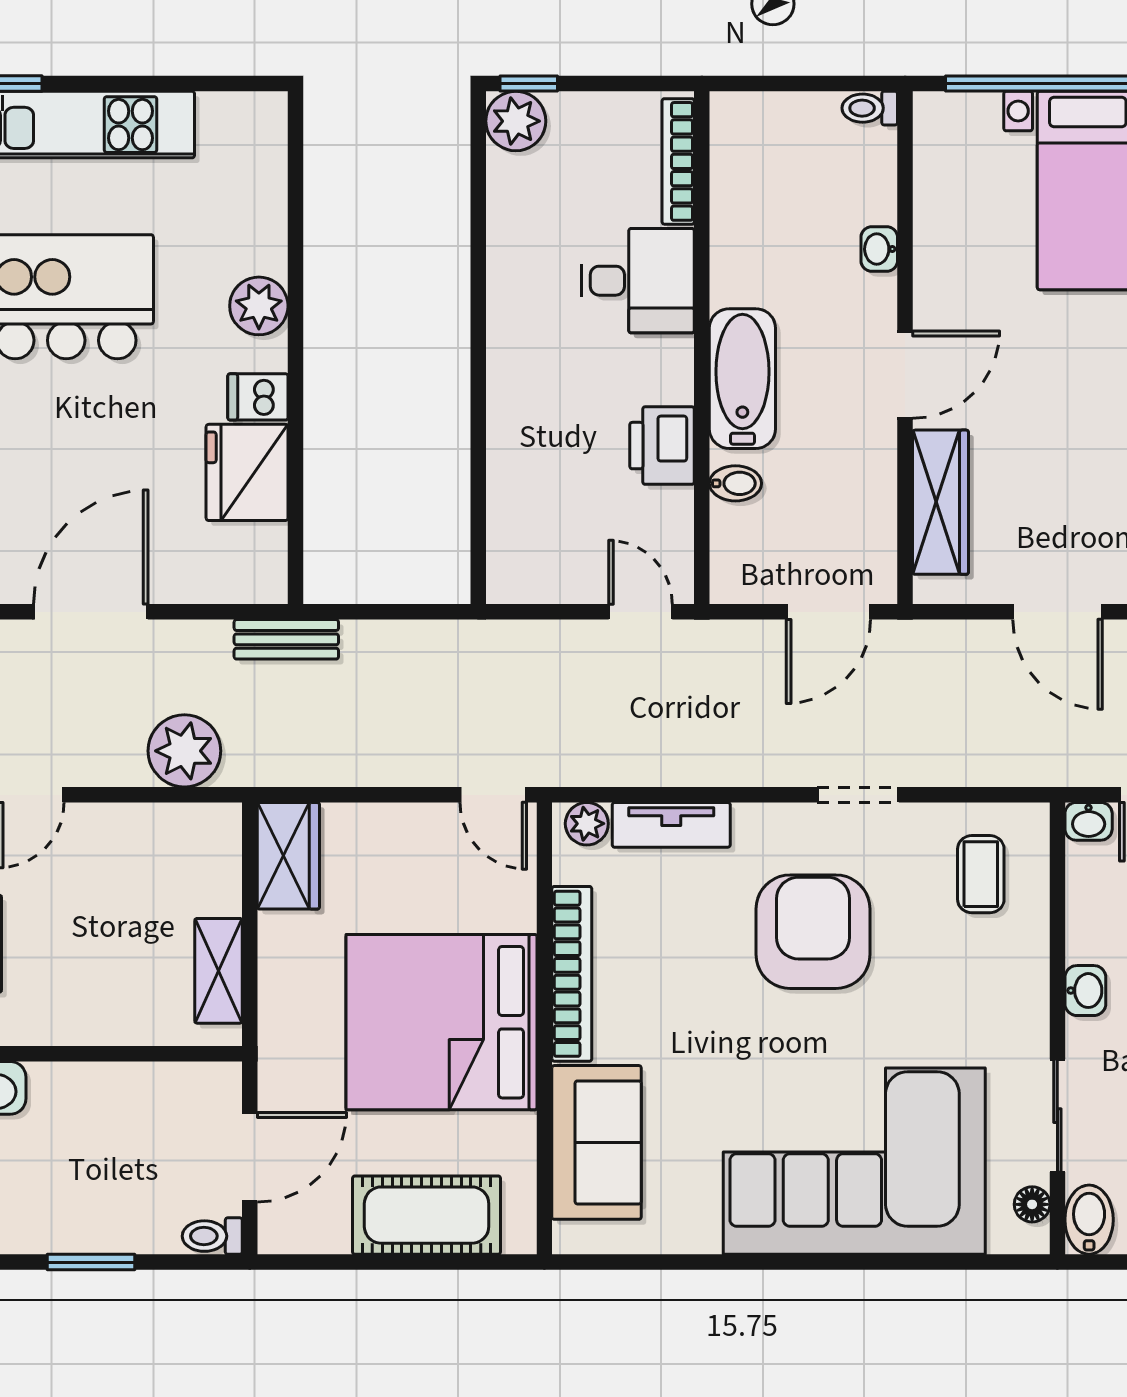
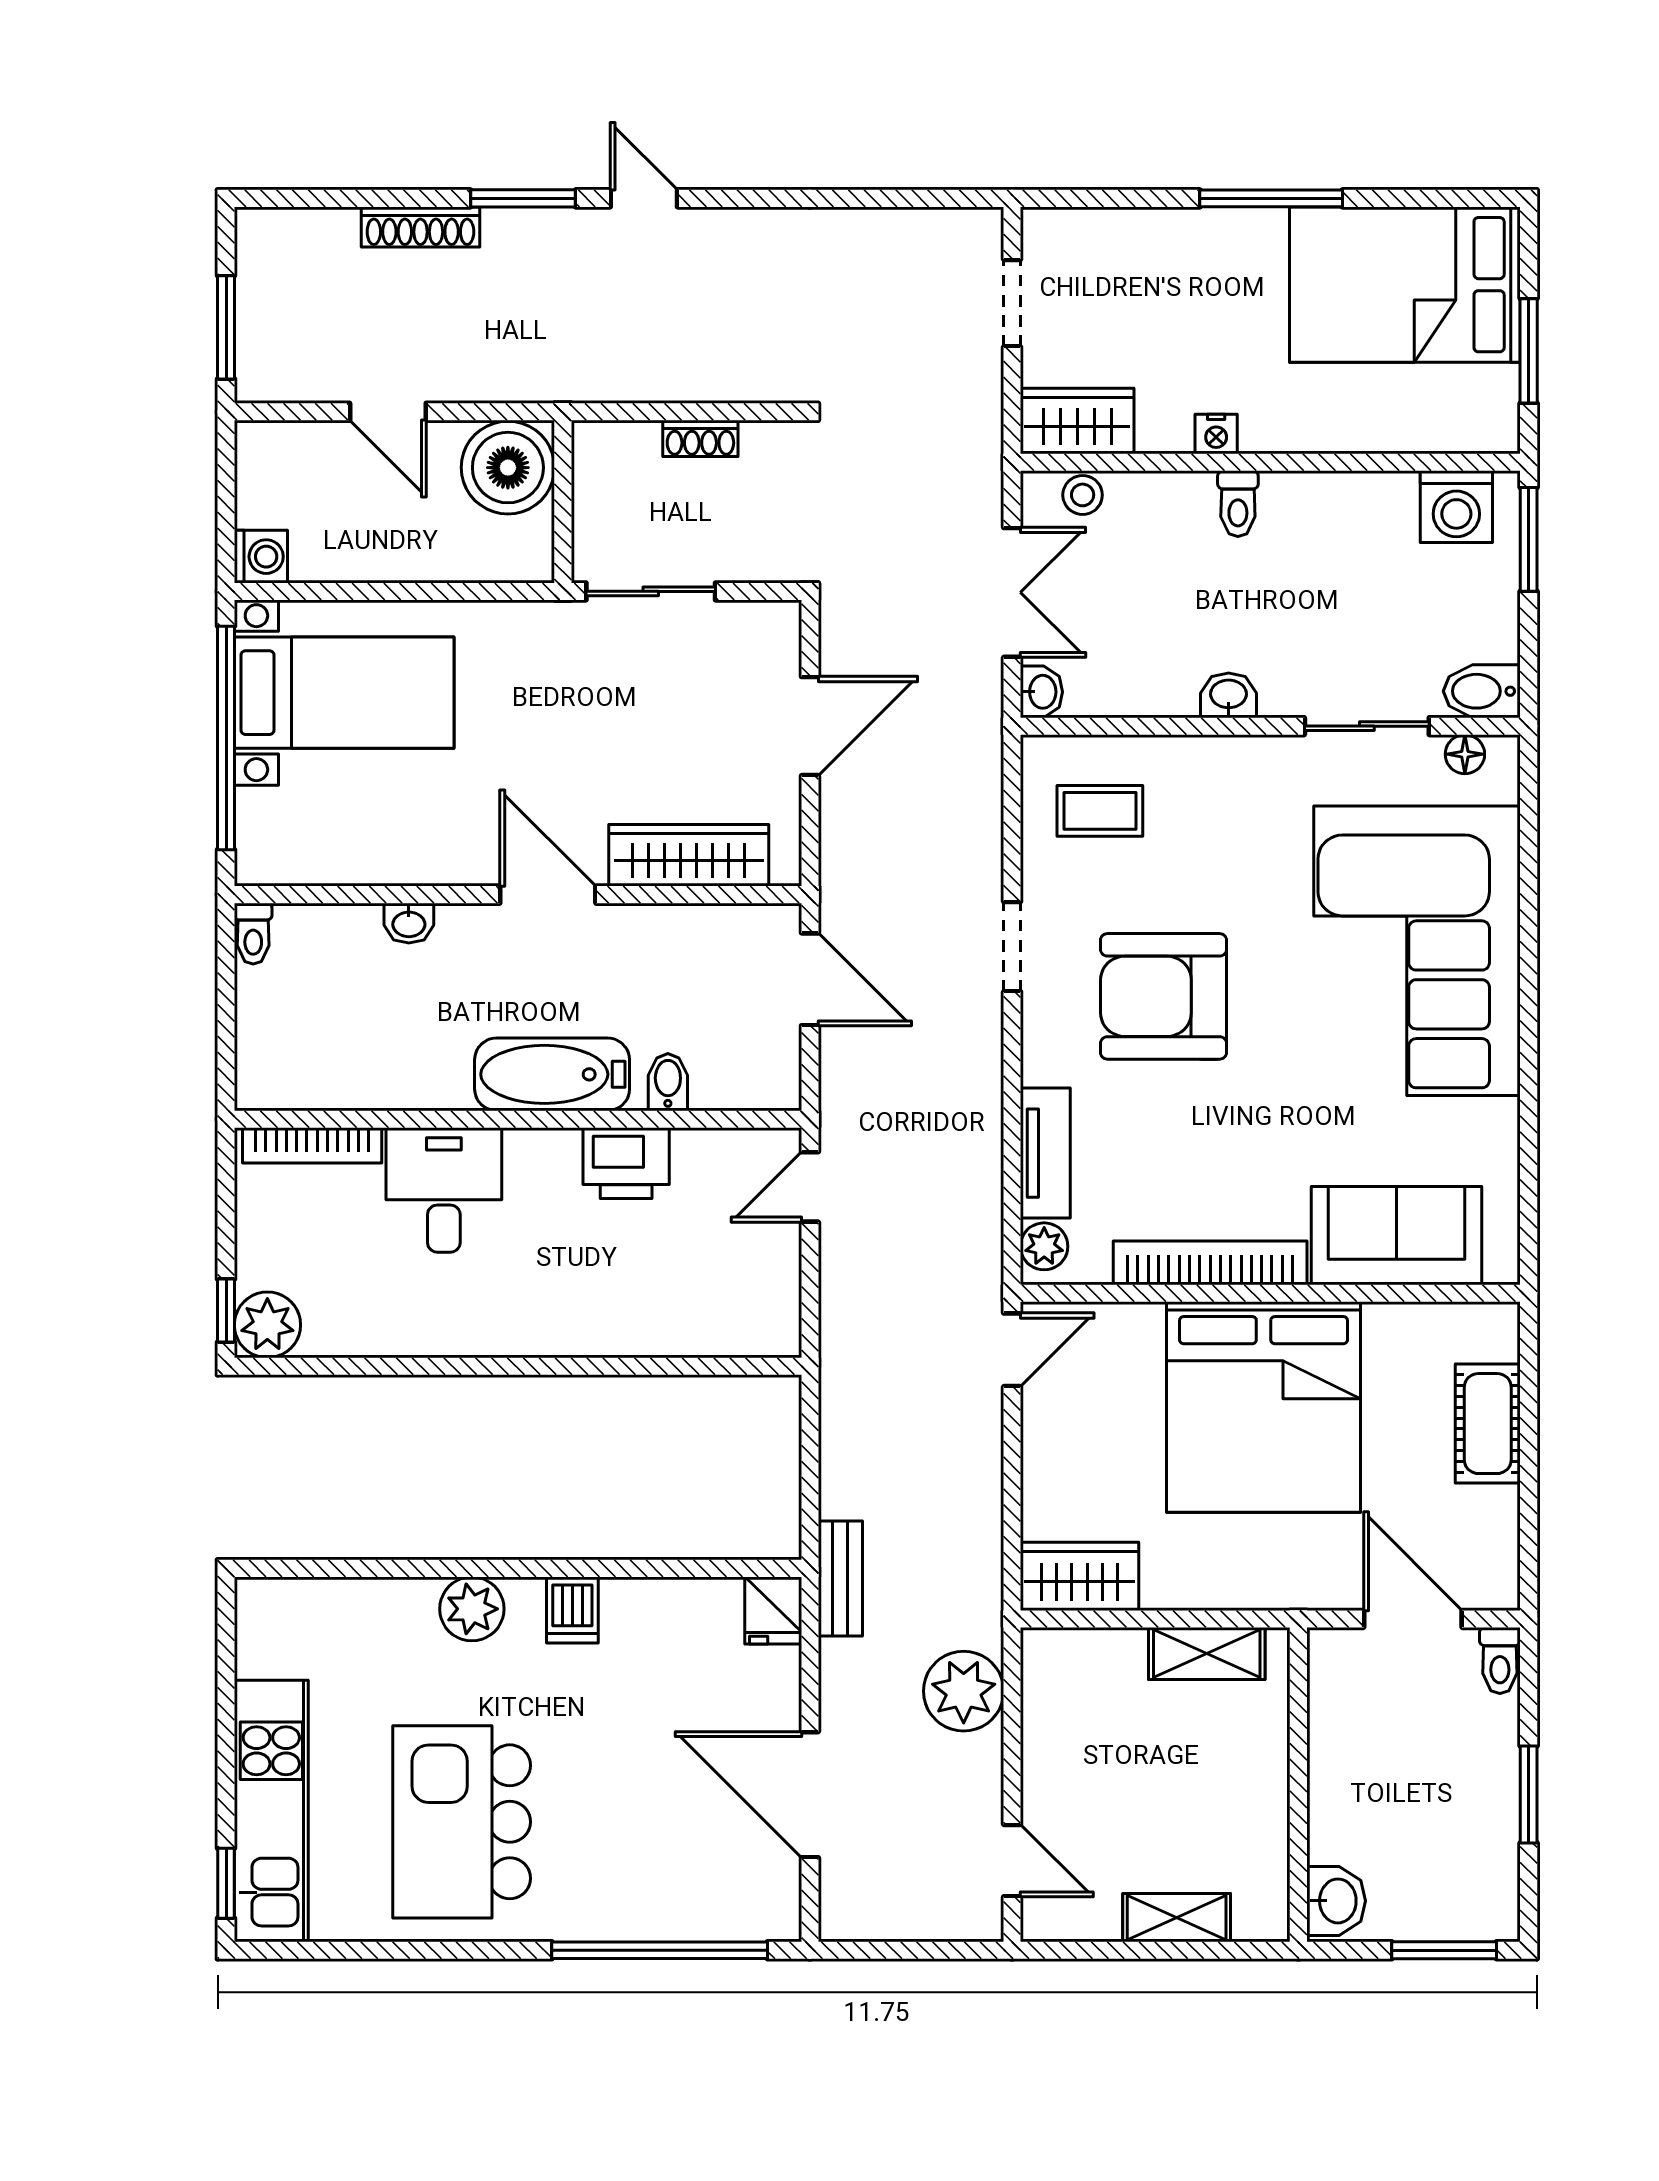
fridge: (247, 472) -> (773, 1611), moved, width x0.53, depth x0.75
cot: (427, 1215) -> (1488, 1424), width x0.73, depth x0.75

